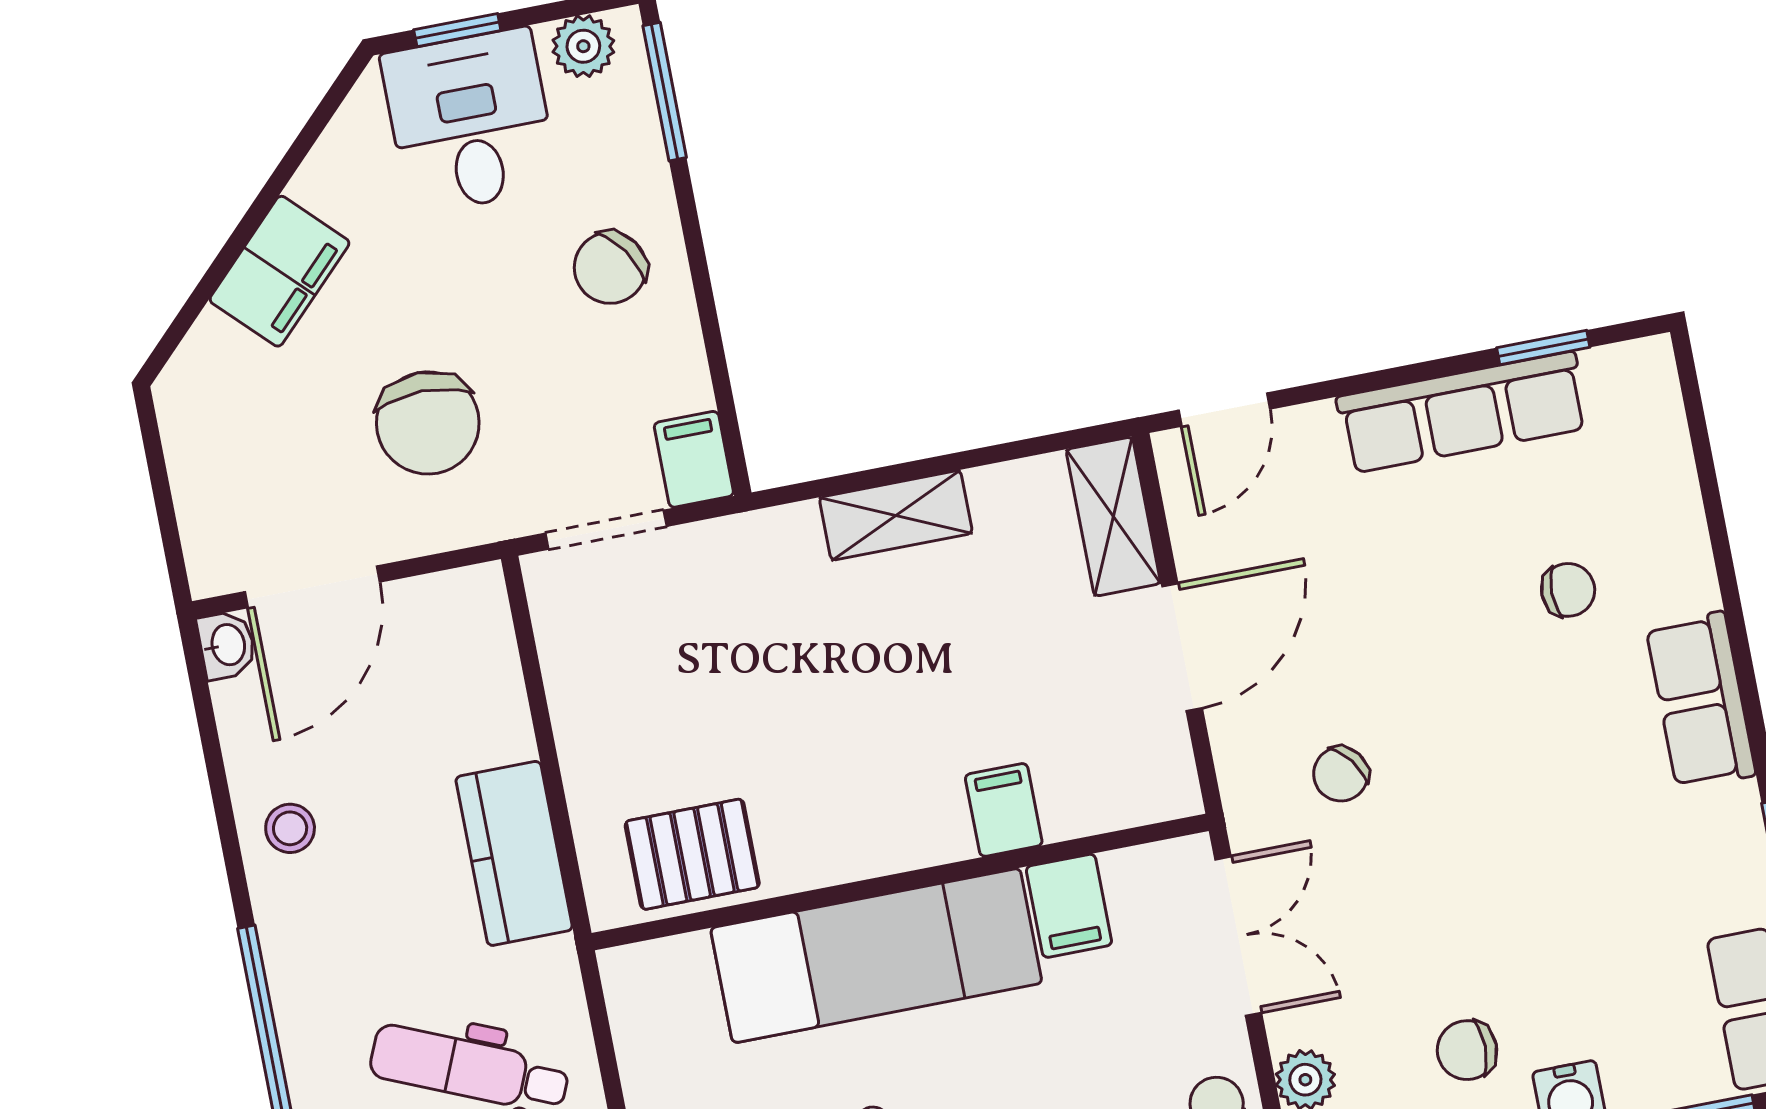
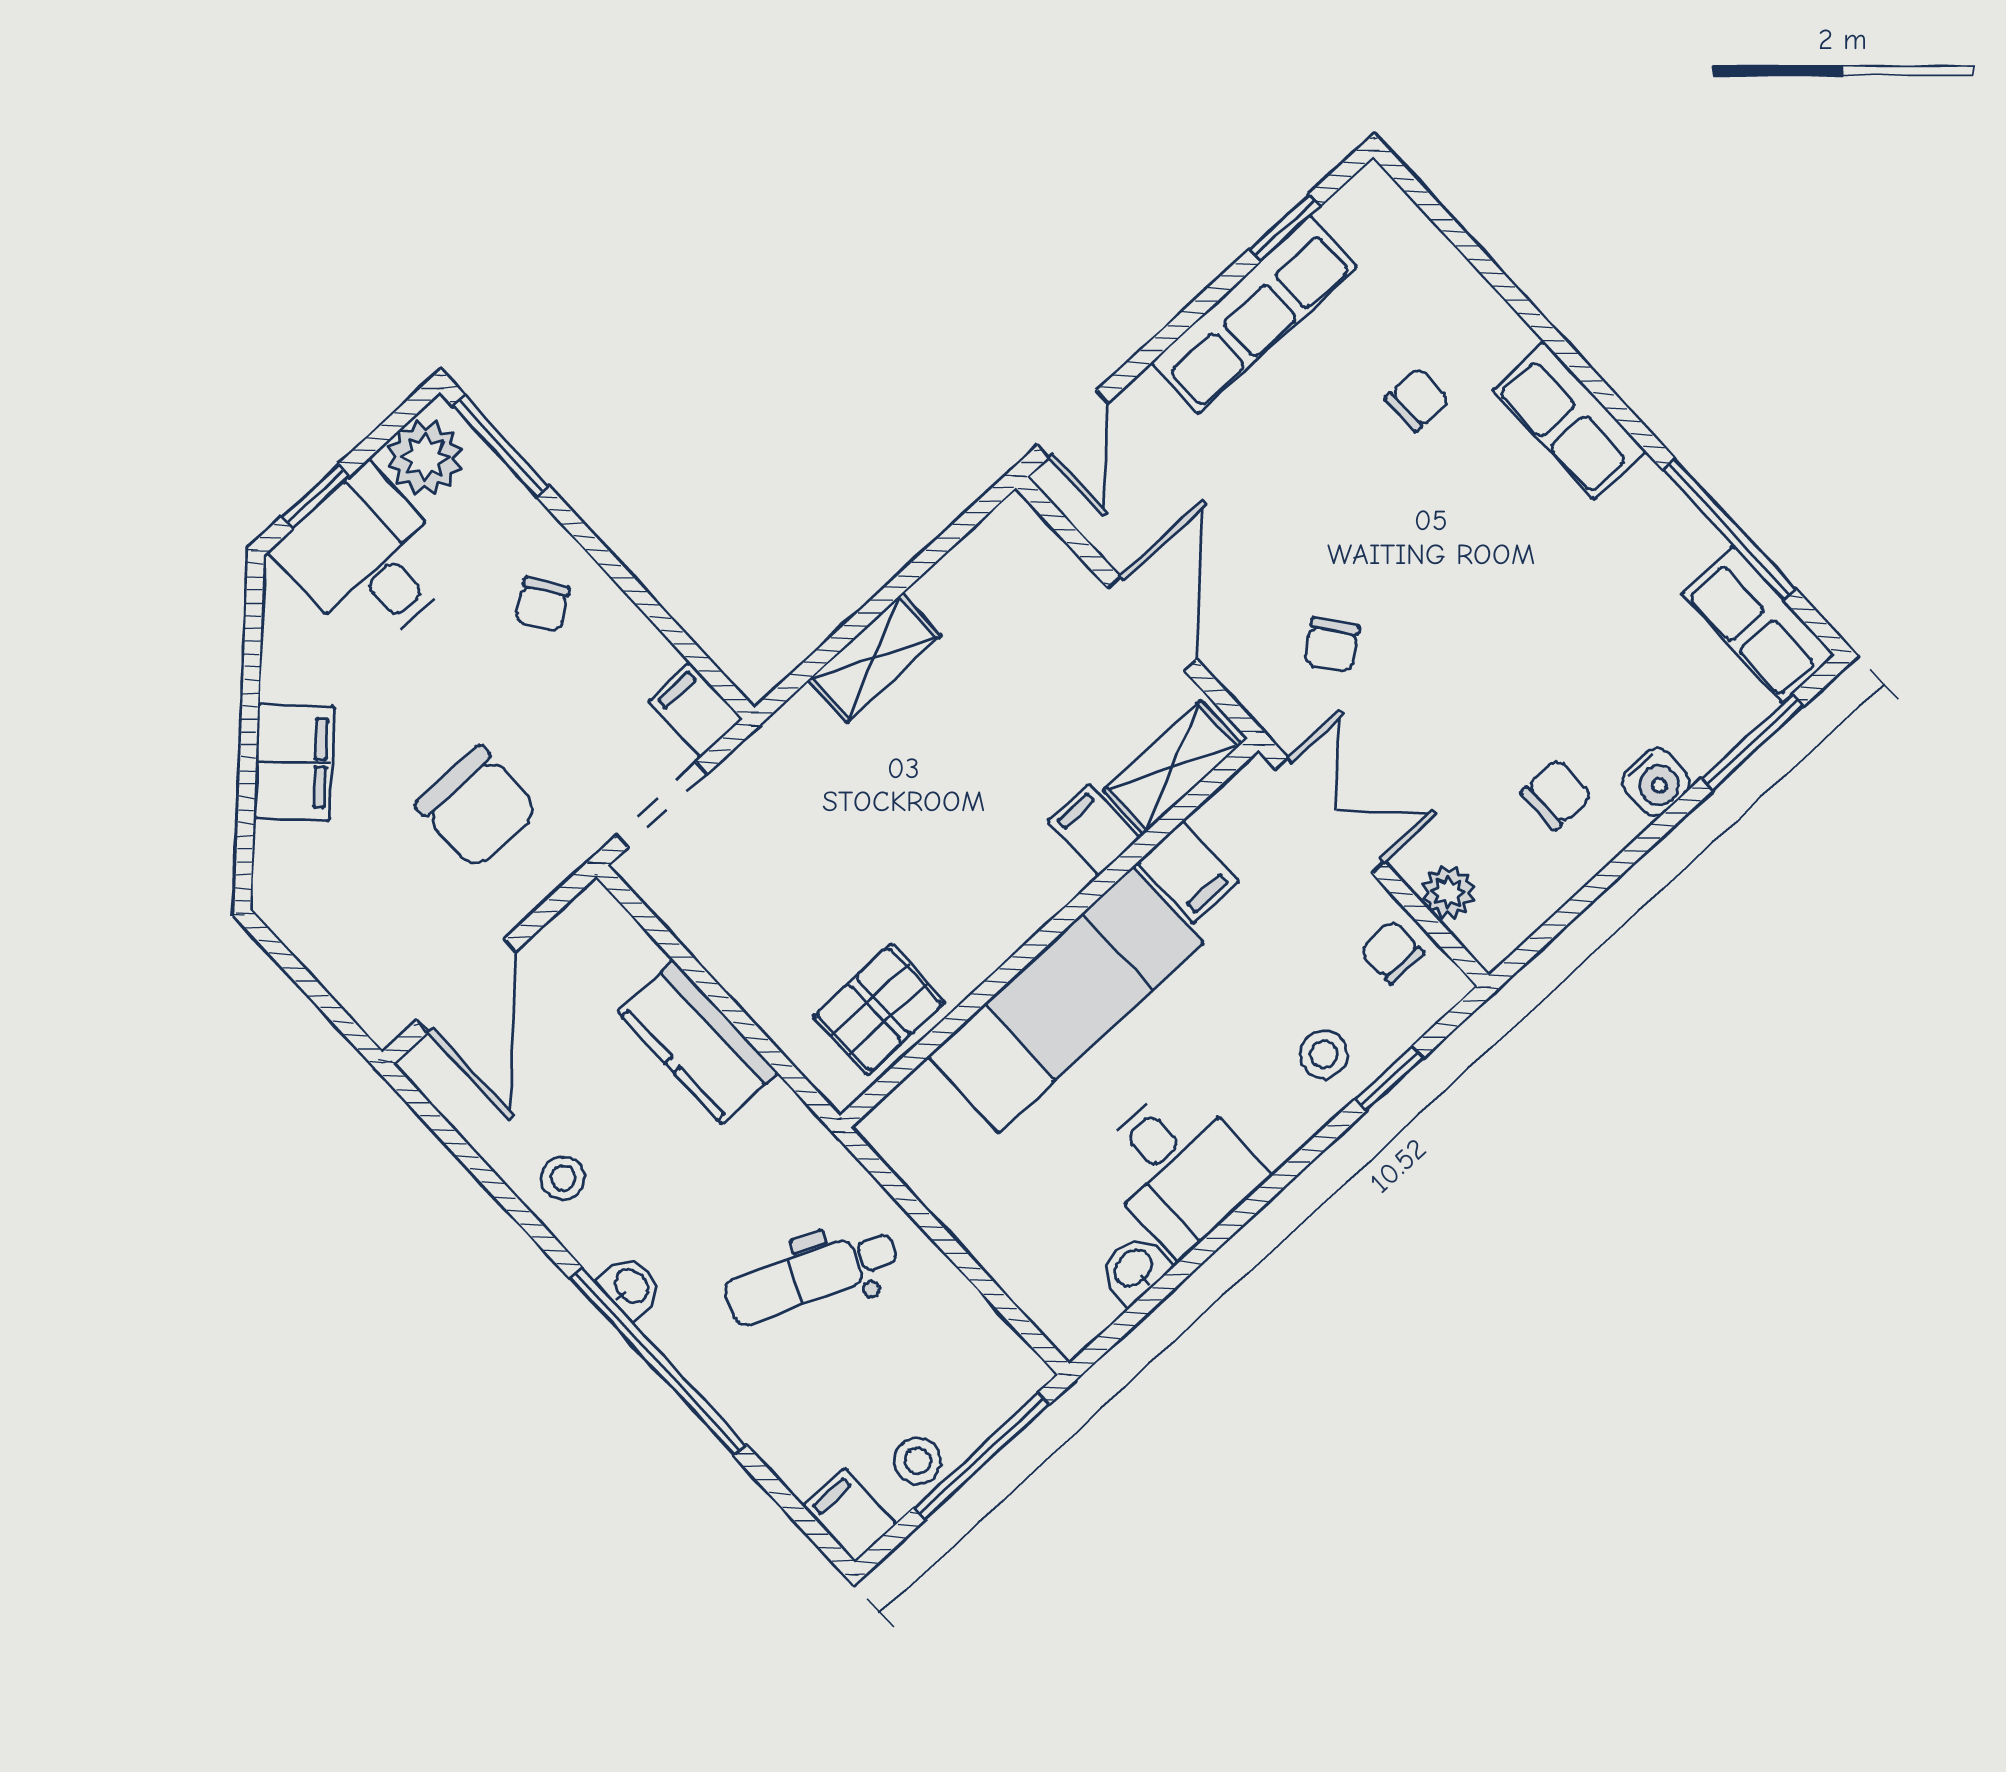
plant: (583, 46) -> (425, 457), width x1.38, depth x1.38
chair: (610, 268) -> (542, 605), width x0.73, depth x0.73
shelving: (1113, 517) -> (1172, 767), moved, turned 90
washbasin: (227, 645) -> (631, 1287), moved
kitchen counter: (514, 853) -> (698, 1042), moved
chair: (1467, 1050) -> (1556, 794), turned 180

